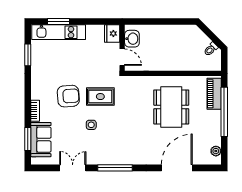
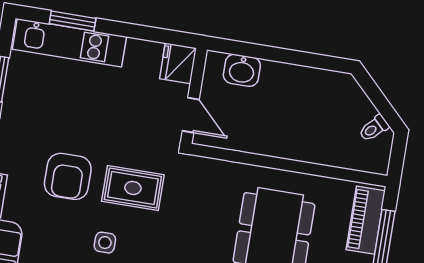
washbasin: (132, 39) -> (242, 70), moved, turned 90
armchair: (68, 96) -> (68, 176), turned 94

